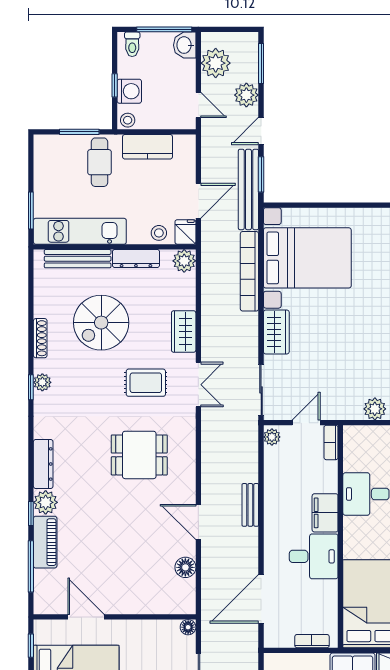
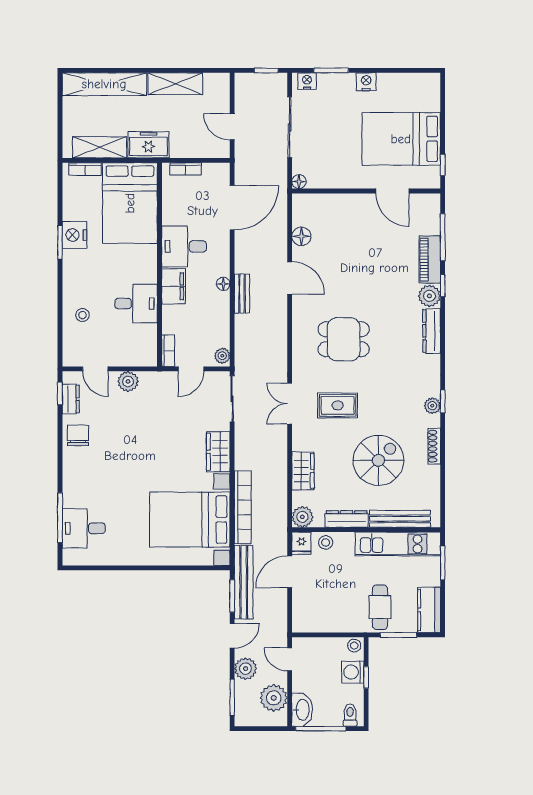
washbasin: (185, 45) -> (302, 710), width x1.38
kitchen counter: (147, 147) -> (429, 610), moved, turned -90
wardrobe: (184, 332) -> (303, 471), moved
floor lamp: (271, 515) -> (223, 284), added

